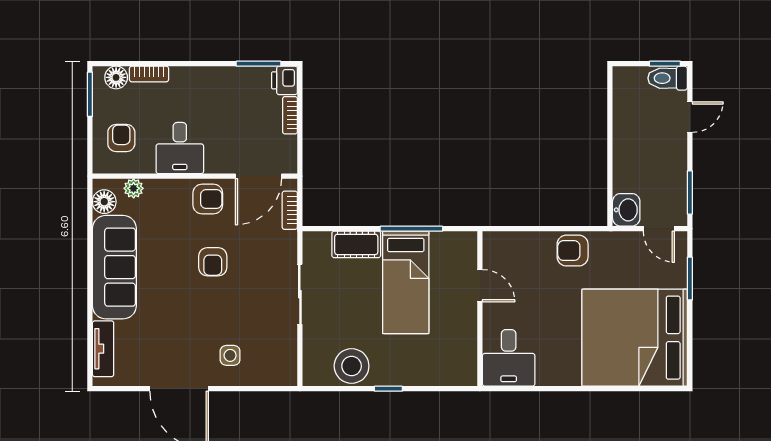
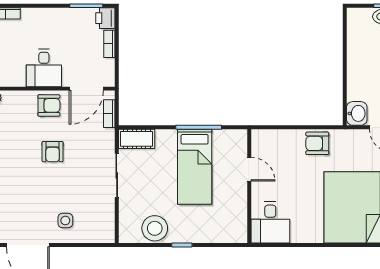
desk: (180, 148) -> (44, 68), moved
cot: (356, 244) -> (137, 139), moved

